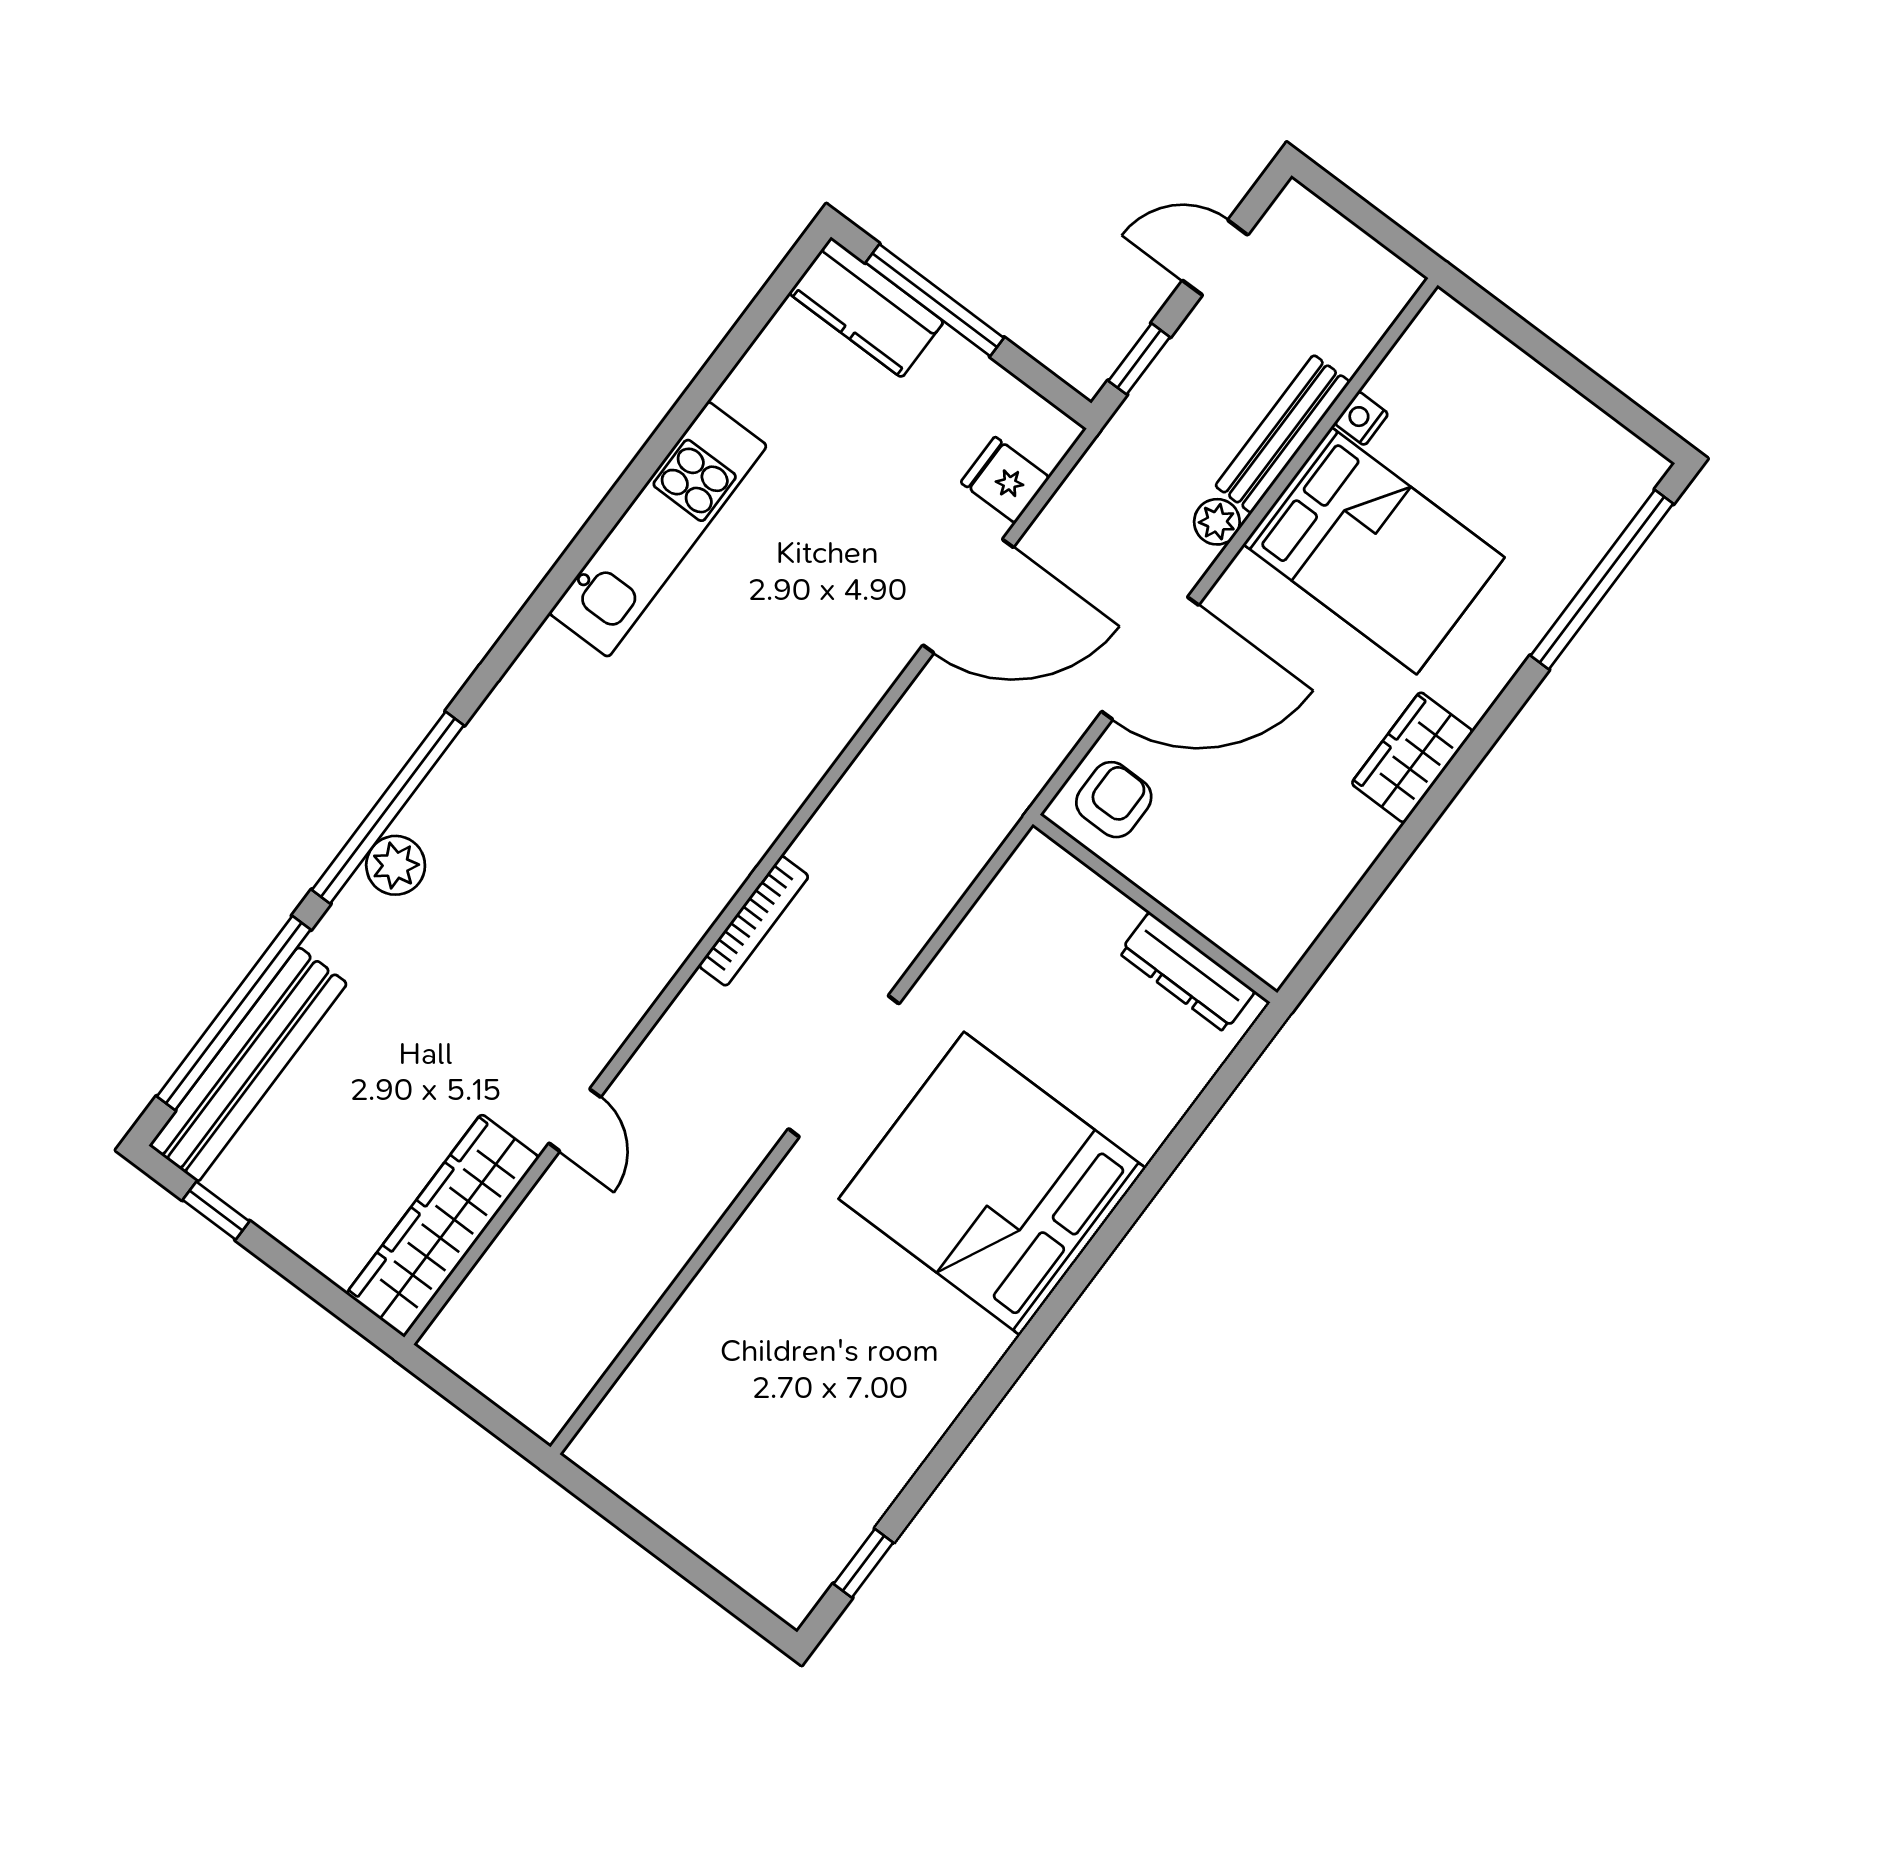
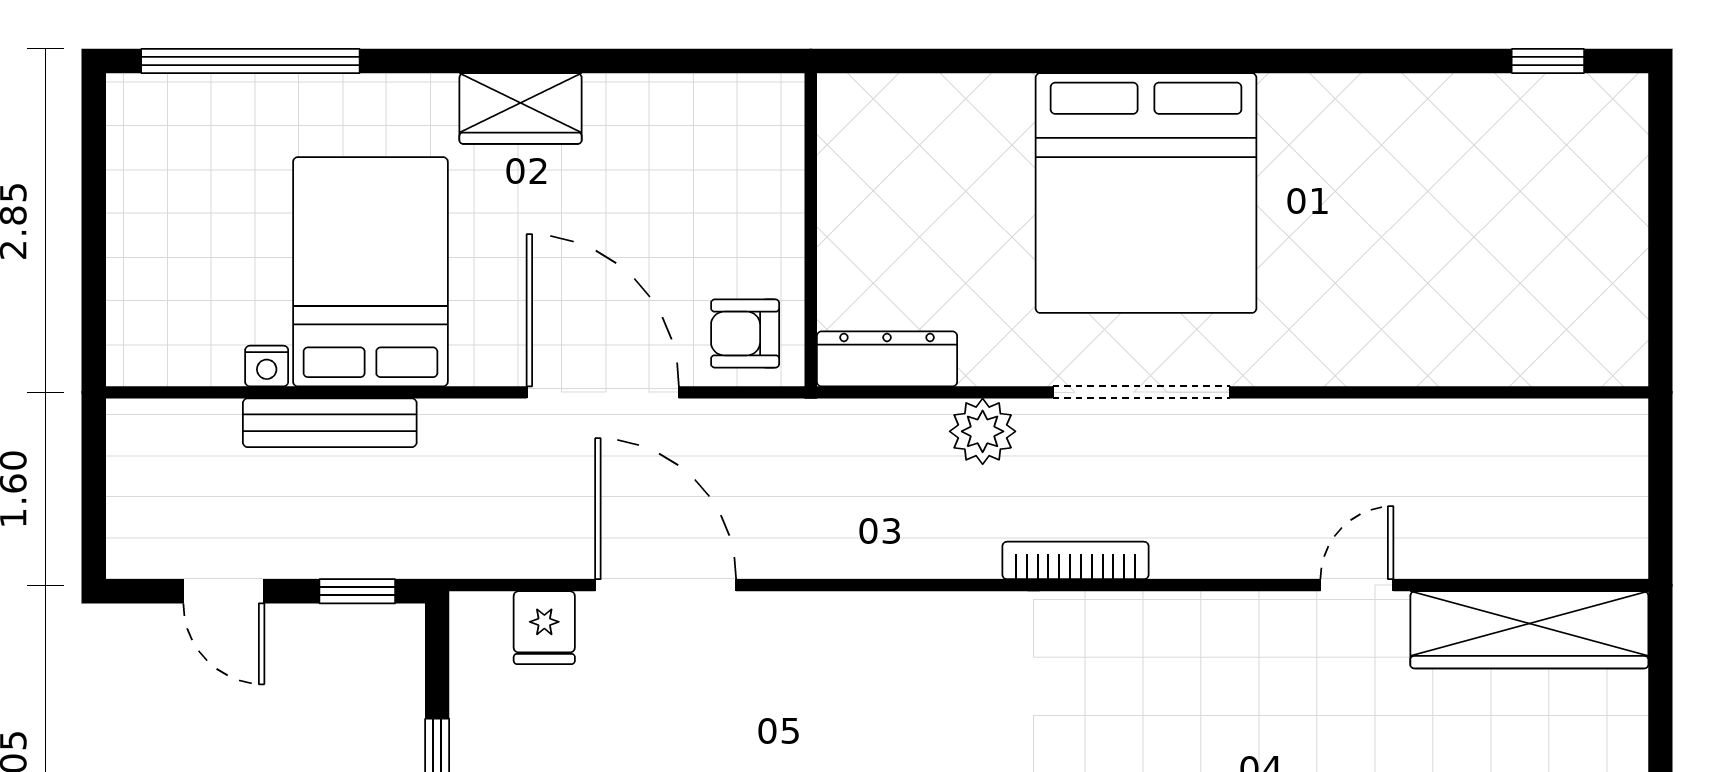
plant: (1217, 522) -> (983, 431), moved, width x1.38, depth x1.38
dresser: (1187, 972) -> (887, 359), moved, turned -90

